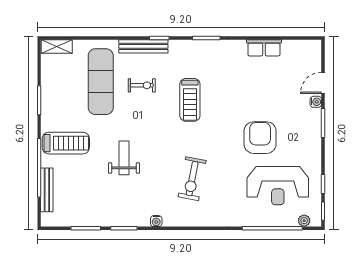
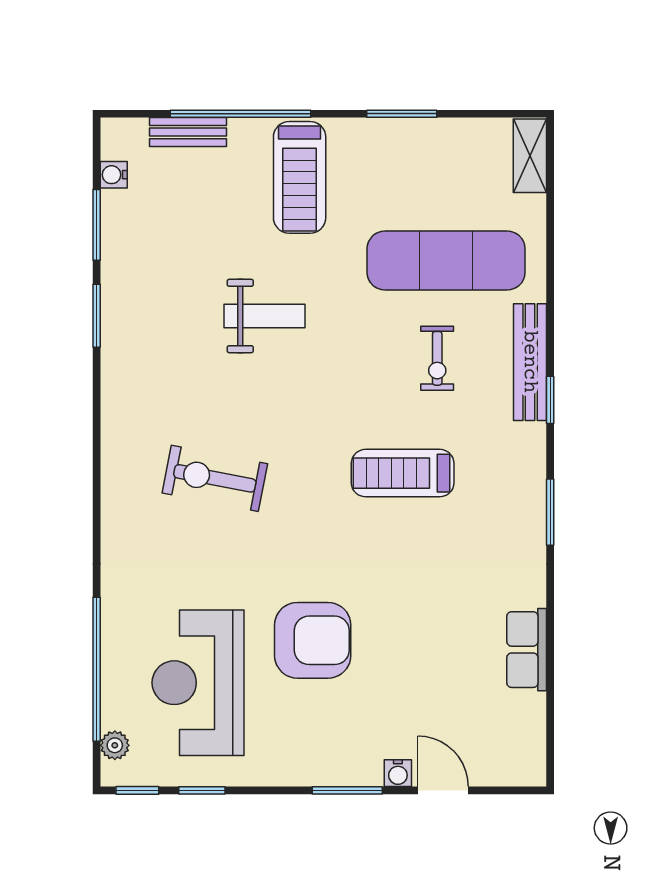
bench: (47, 190) -> (188, 132), width x0.73
water cooler: (156, 221) -> (114, 175), moved

